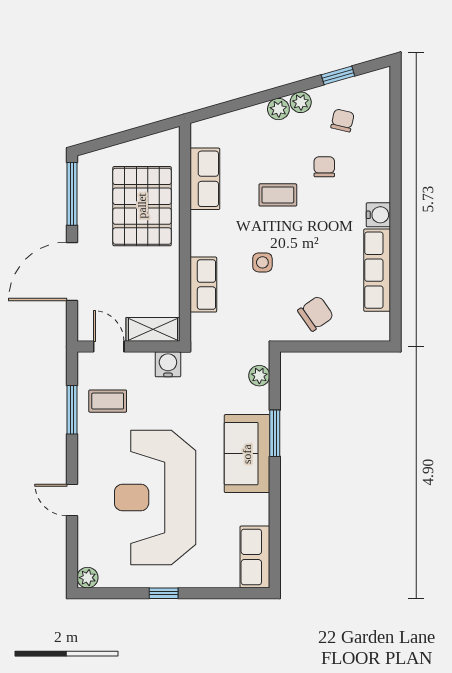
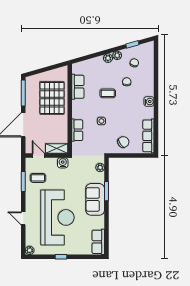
row of seats: (377, 270) -> (148, 136), moved
reception desk: (155, 497) -> (57, 217), turned 180

